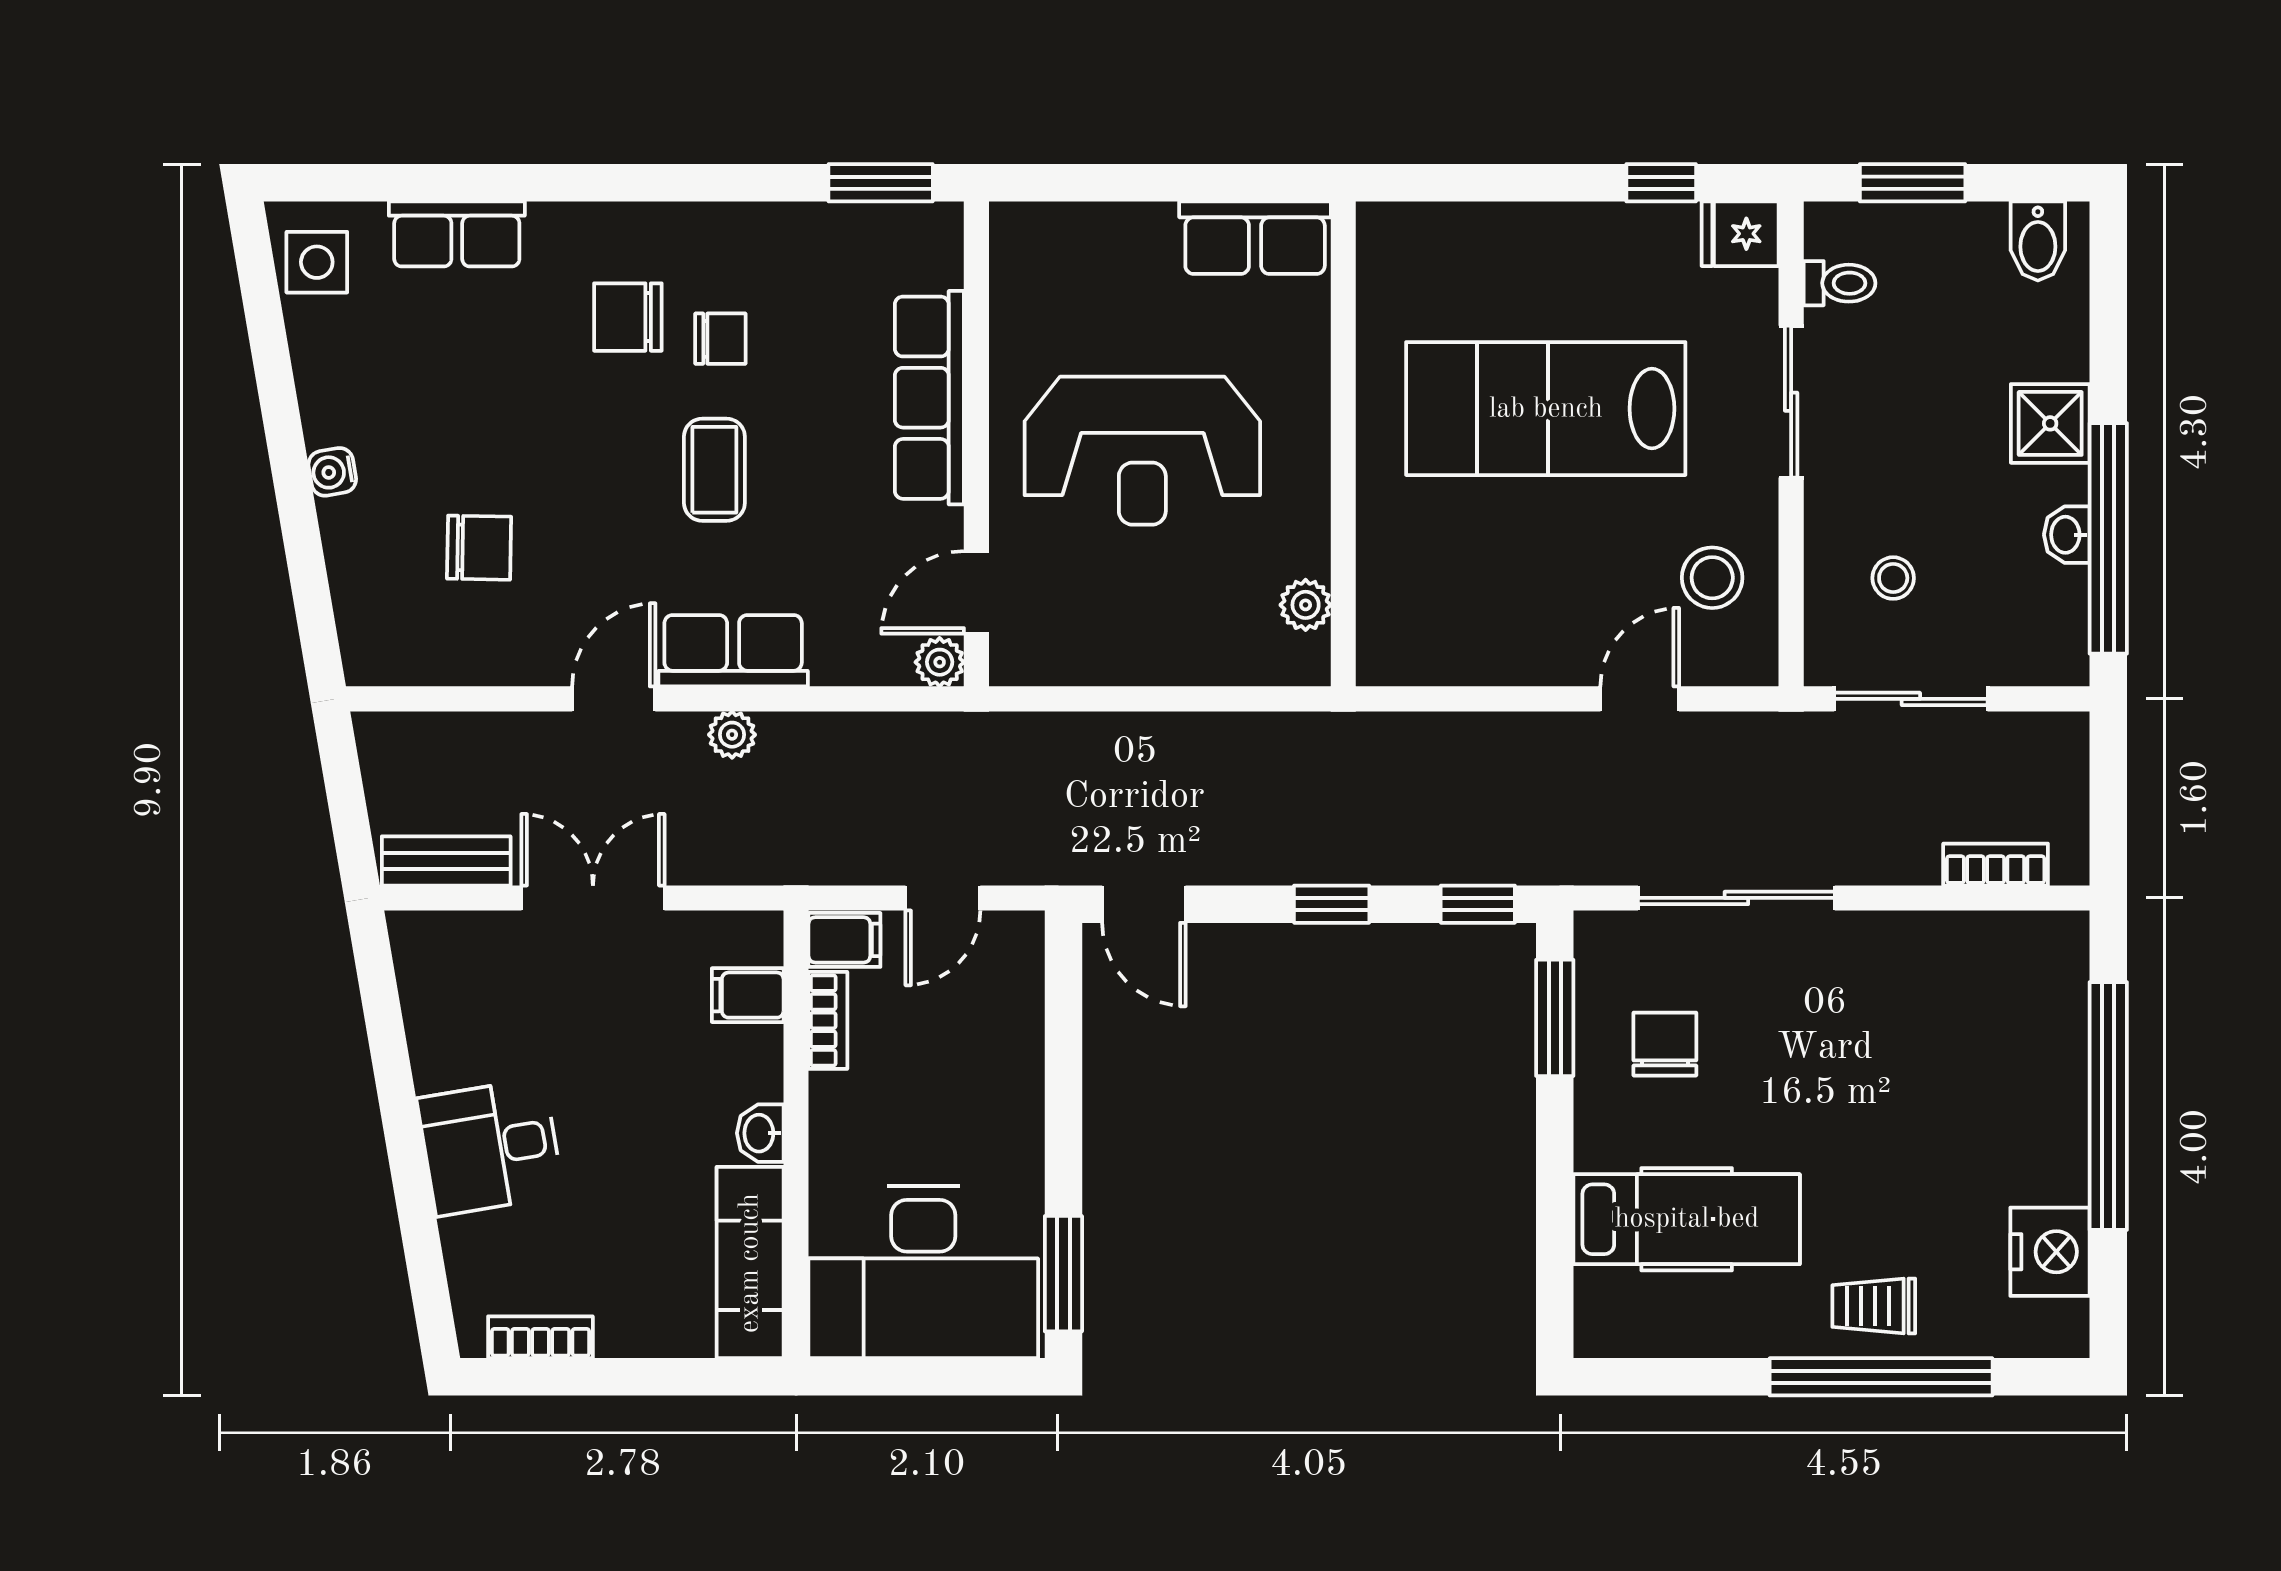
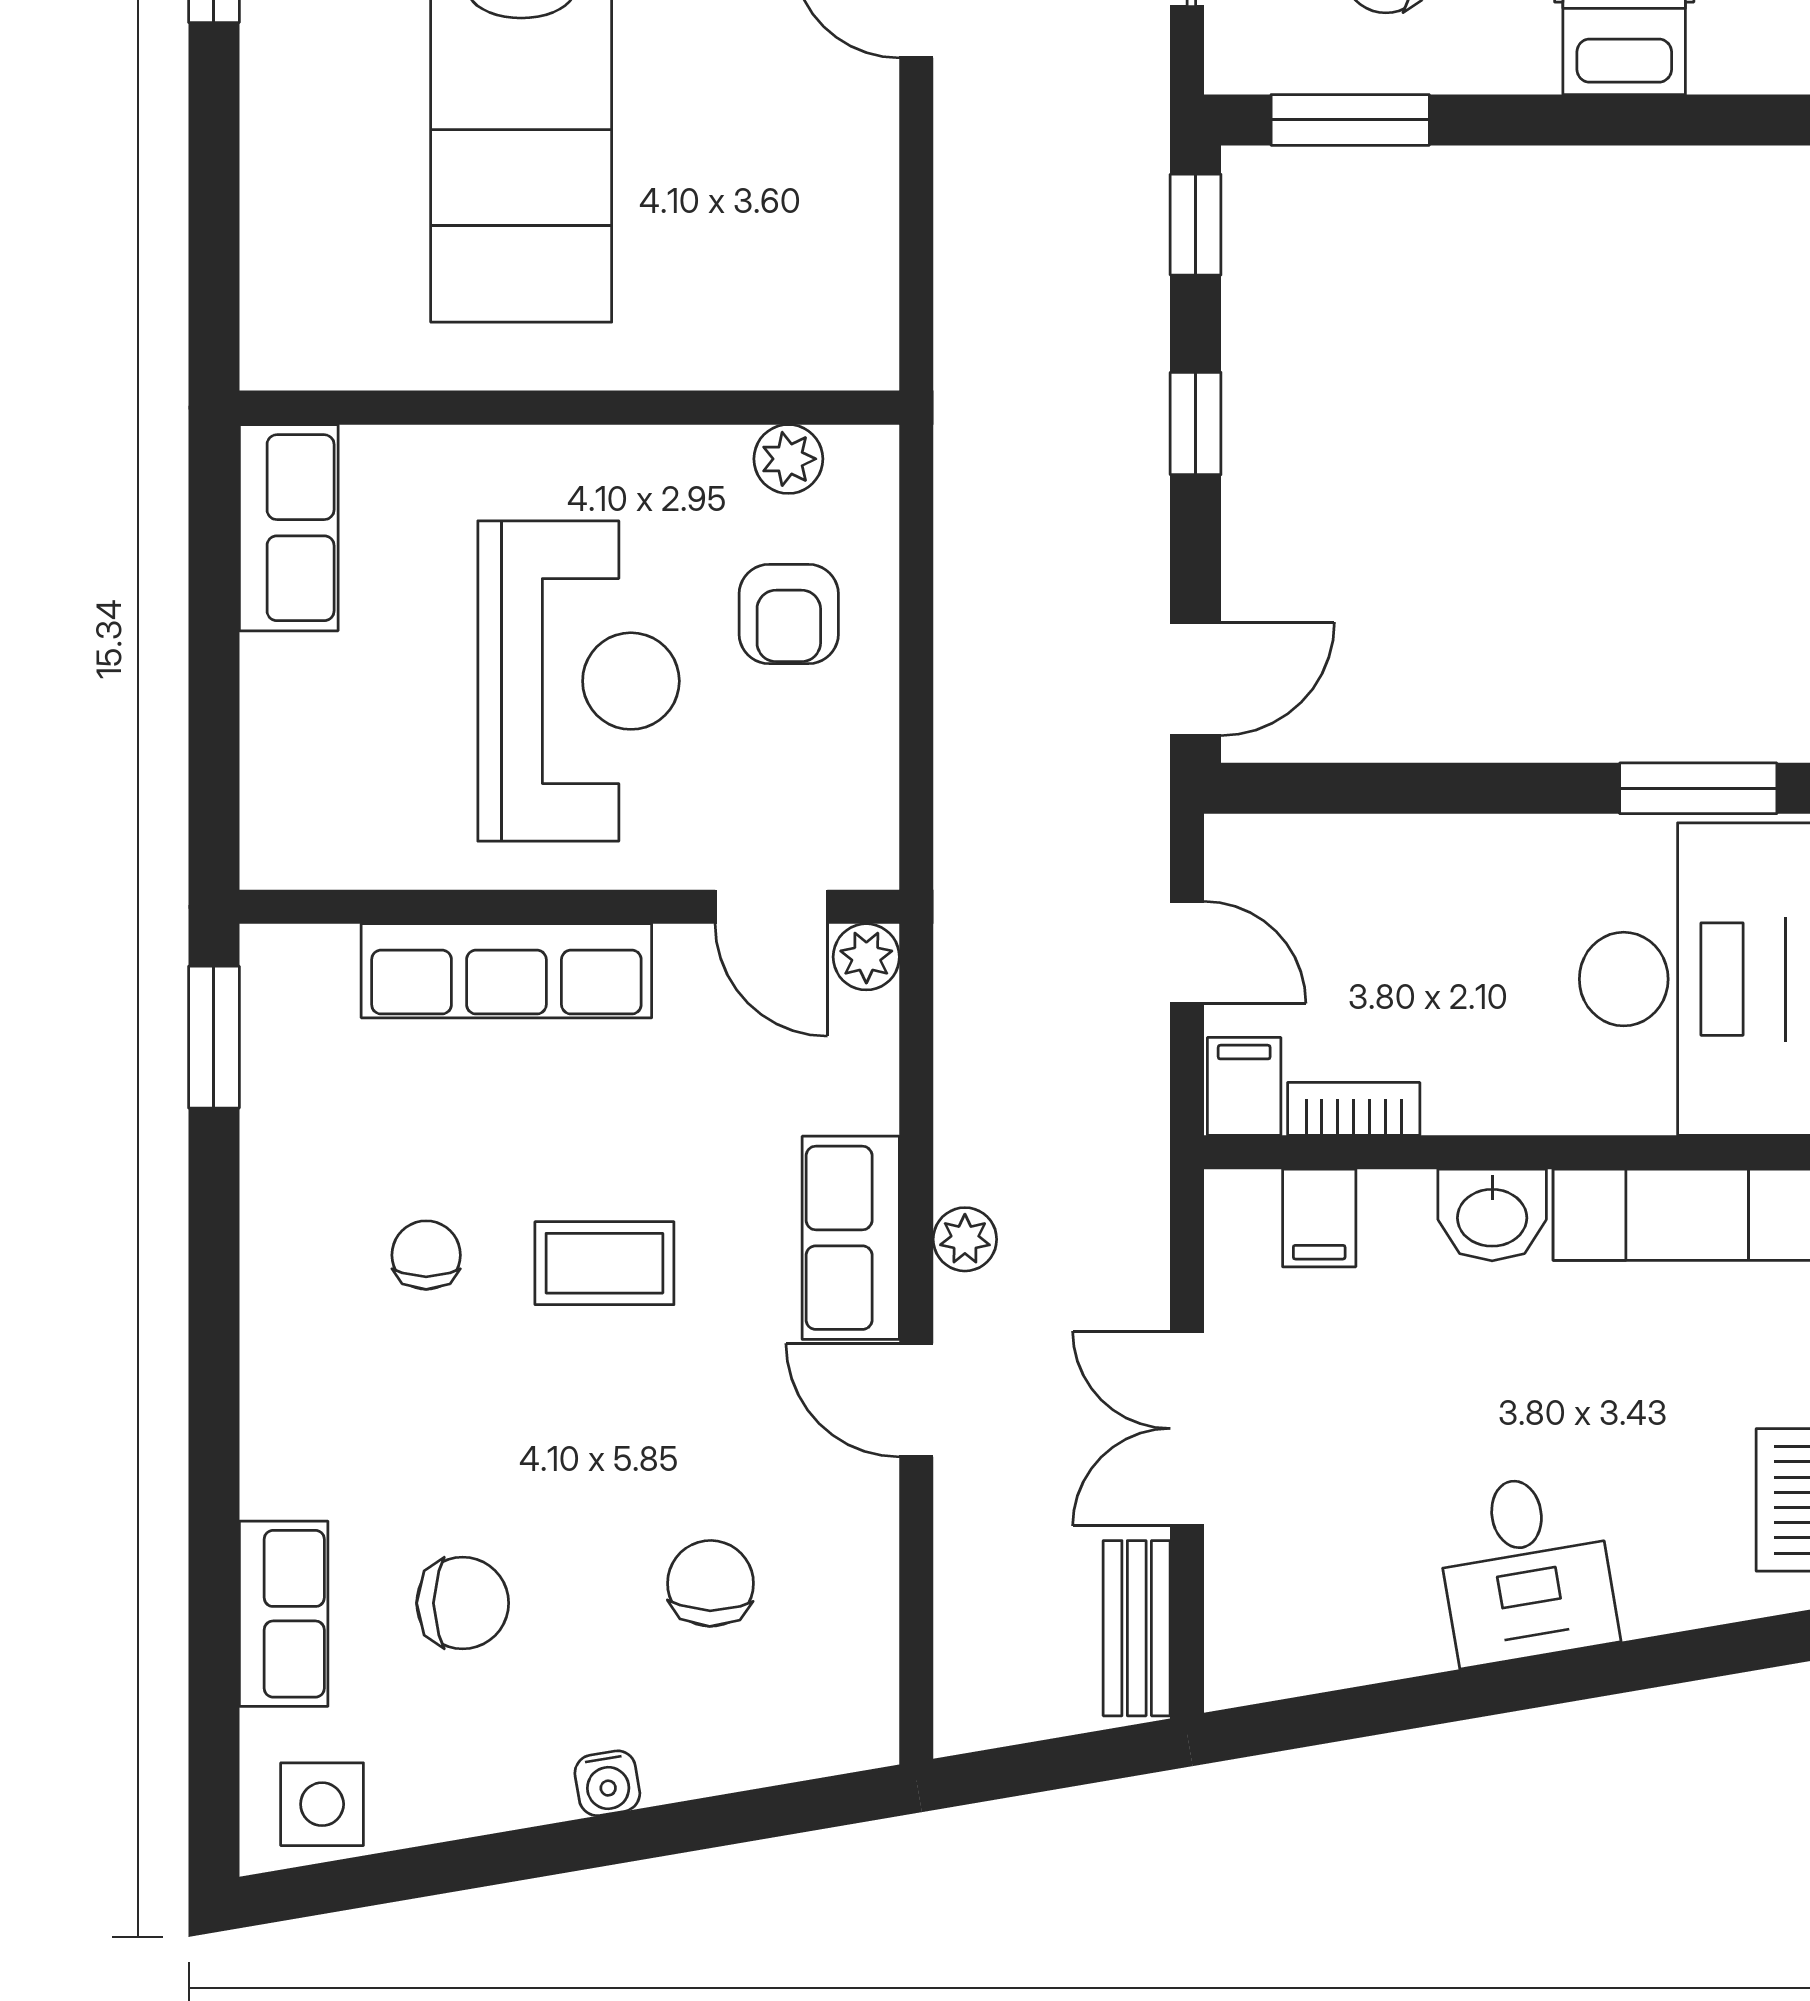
chair: (628, 317) -> (463, 1603), moved, turned -90
armchair: (1192, 605) -> (789, 614), added
washbasin: (760, 1133) -> (1492, 1215), width x1.38, depth x1.45

